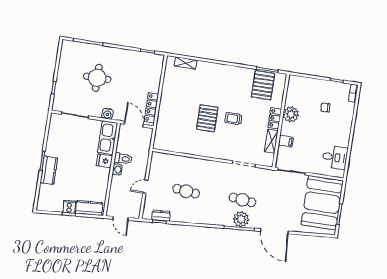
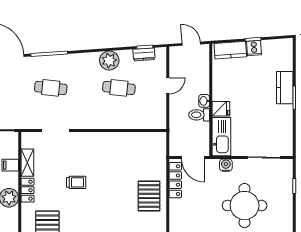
round table: (97, 78) -> (245, 206), width x1.36, depth x1.36
pallet: (207, 118) -> (149, 196), moved
plant: (241, 219) -> (109, 60), moved

